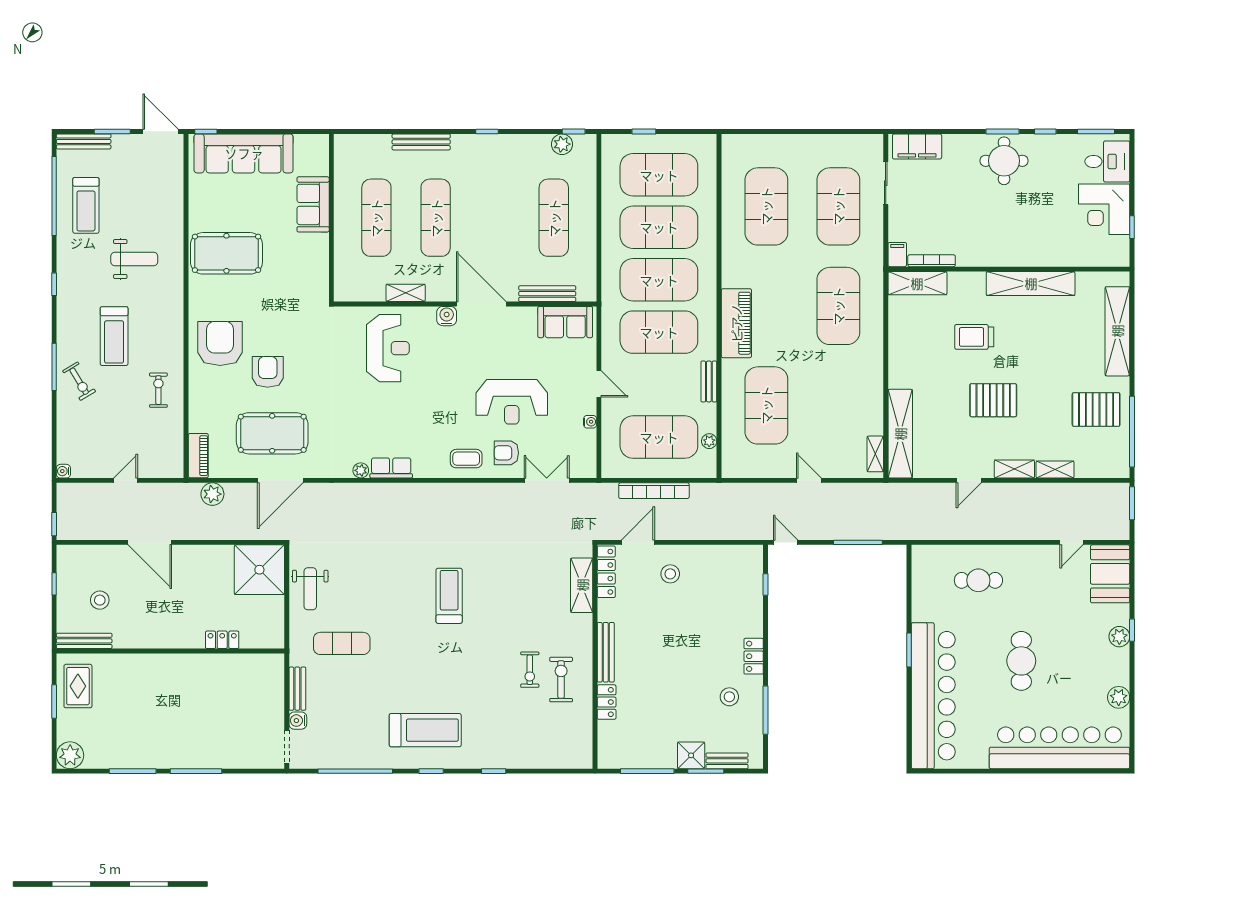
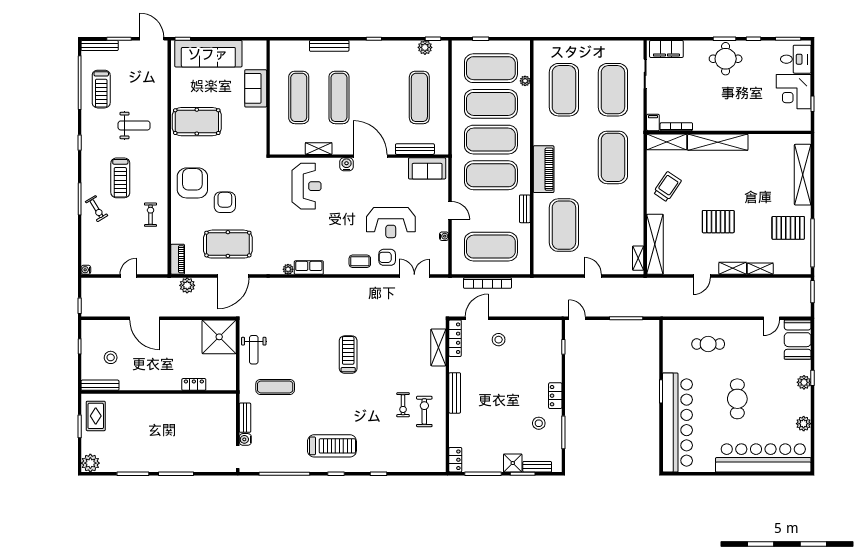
shelving: (1031, 283) -> (718, 142), moved
trolley: (974, 337) -> (667, 187), moved, turned 124
plant: (709, 441) -> (525, 81), moved
locker: (607, 702) -> (455, 460), moved

